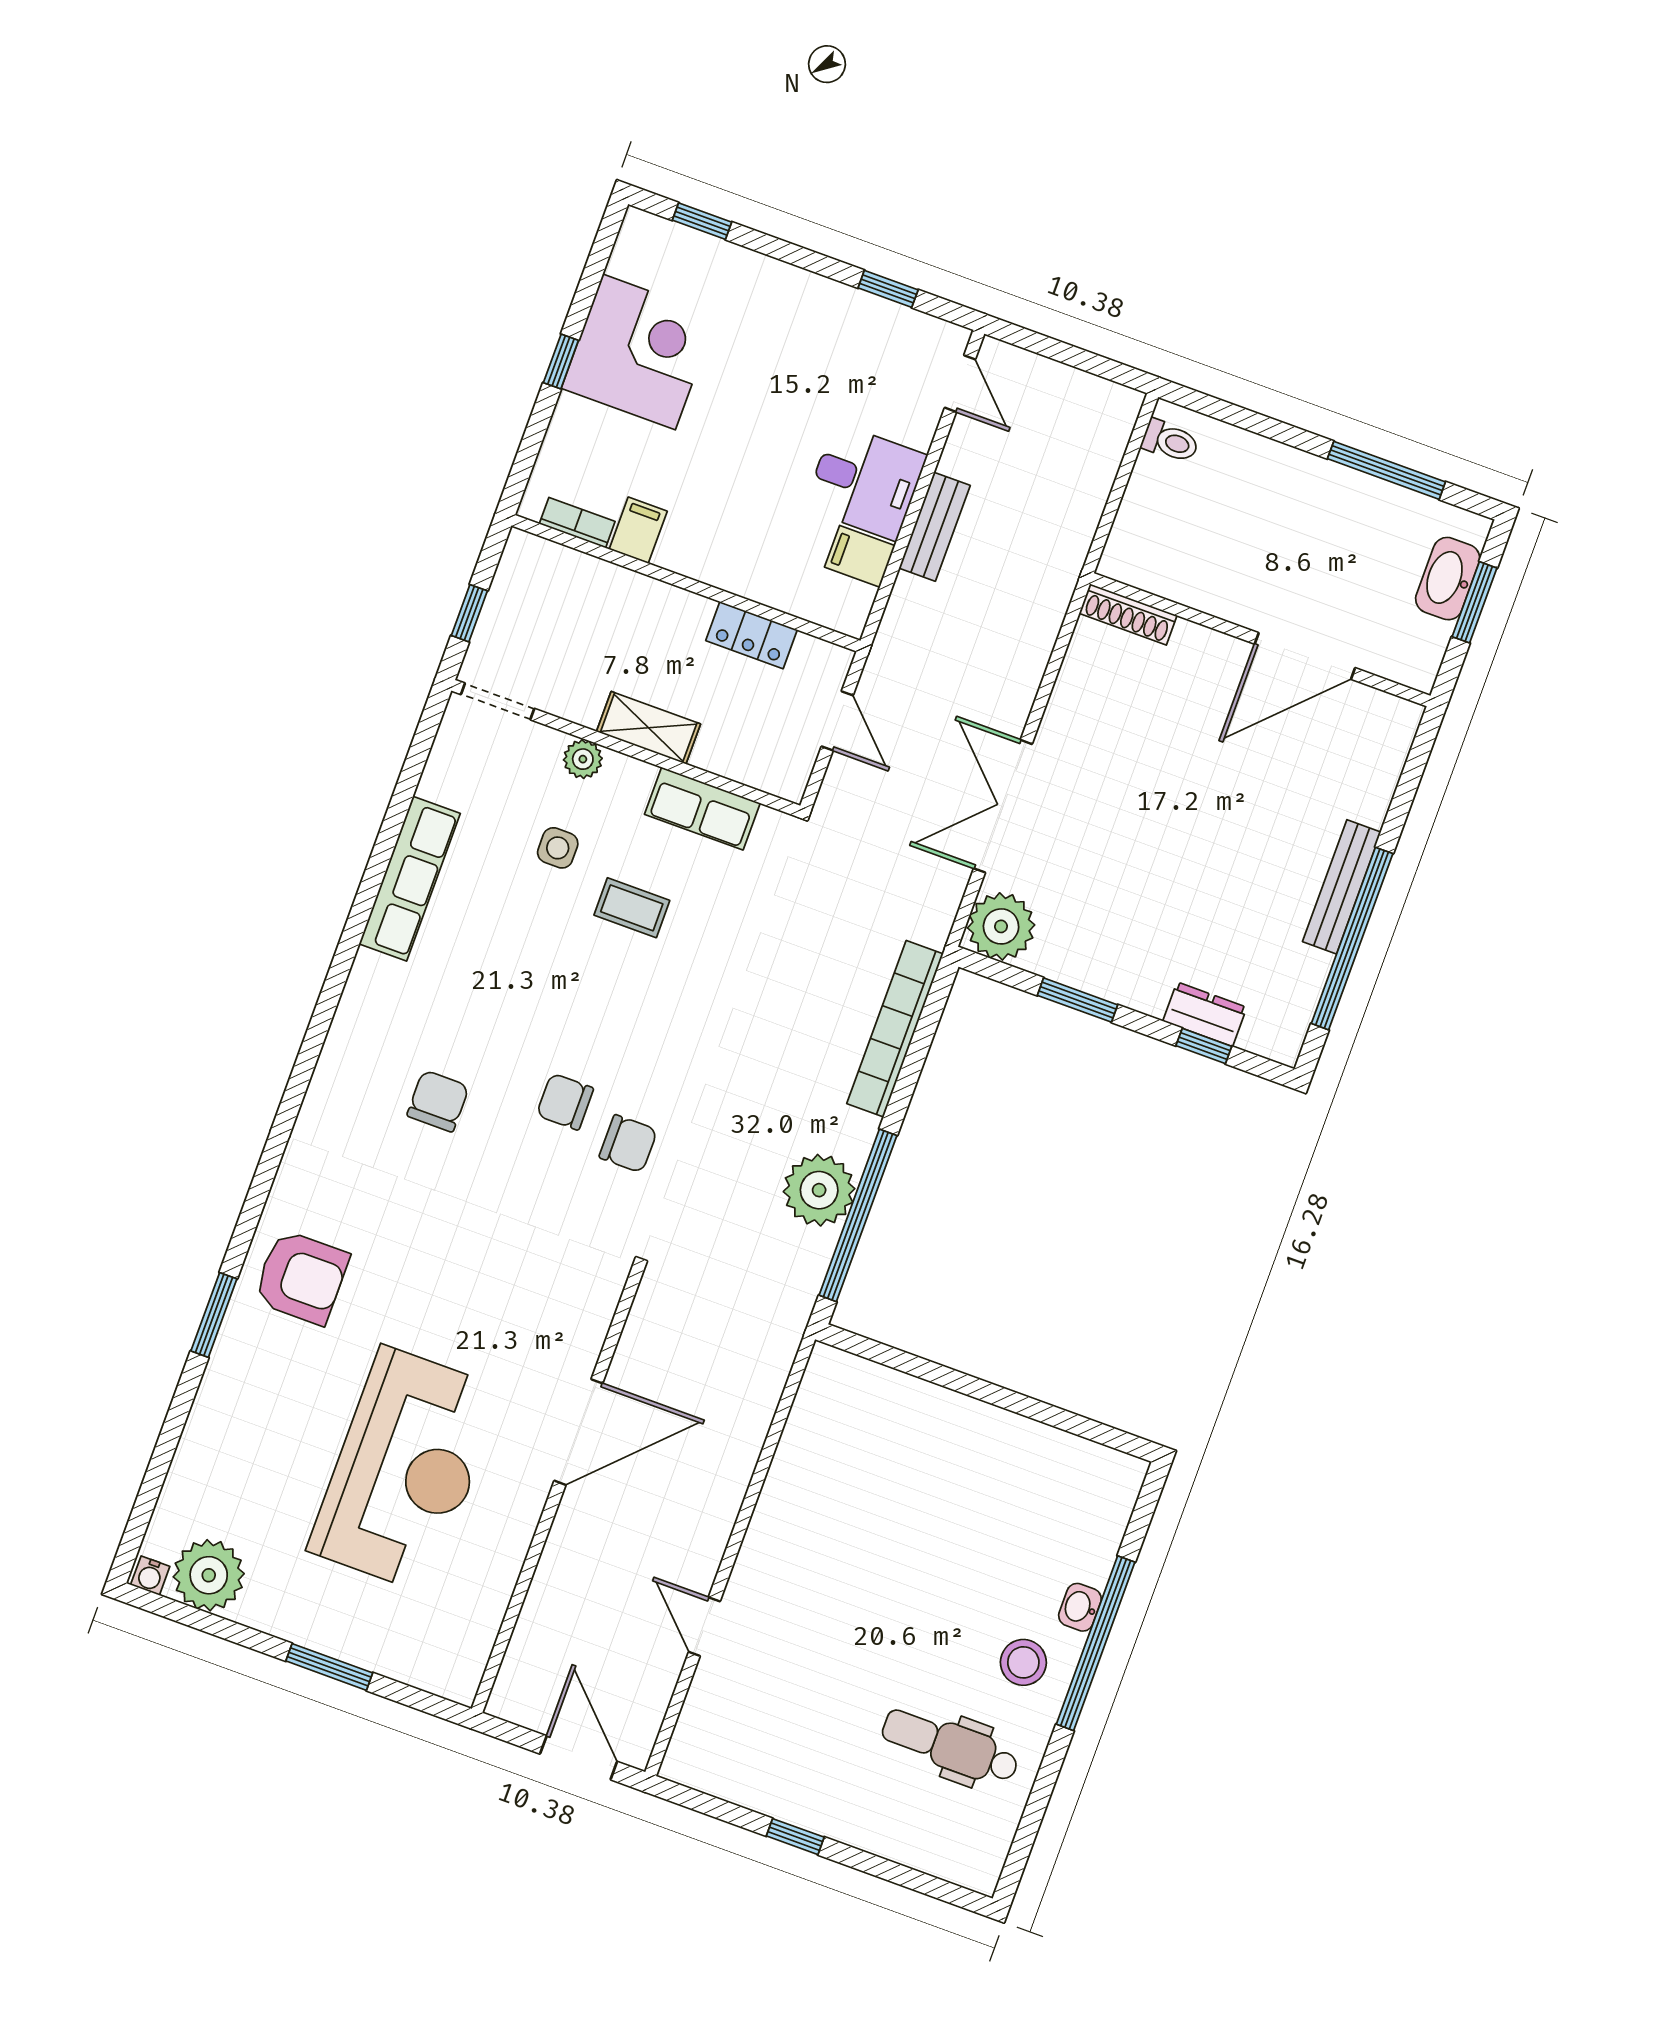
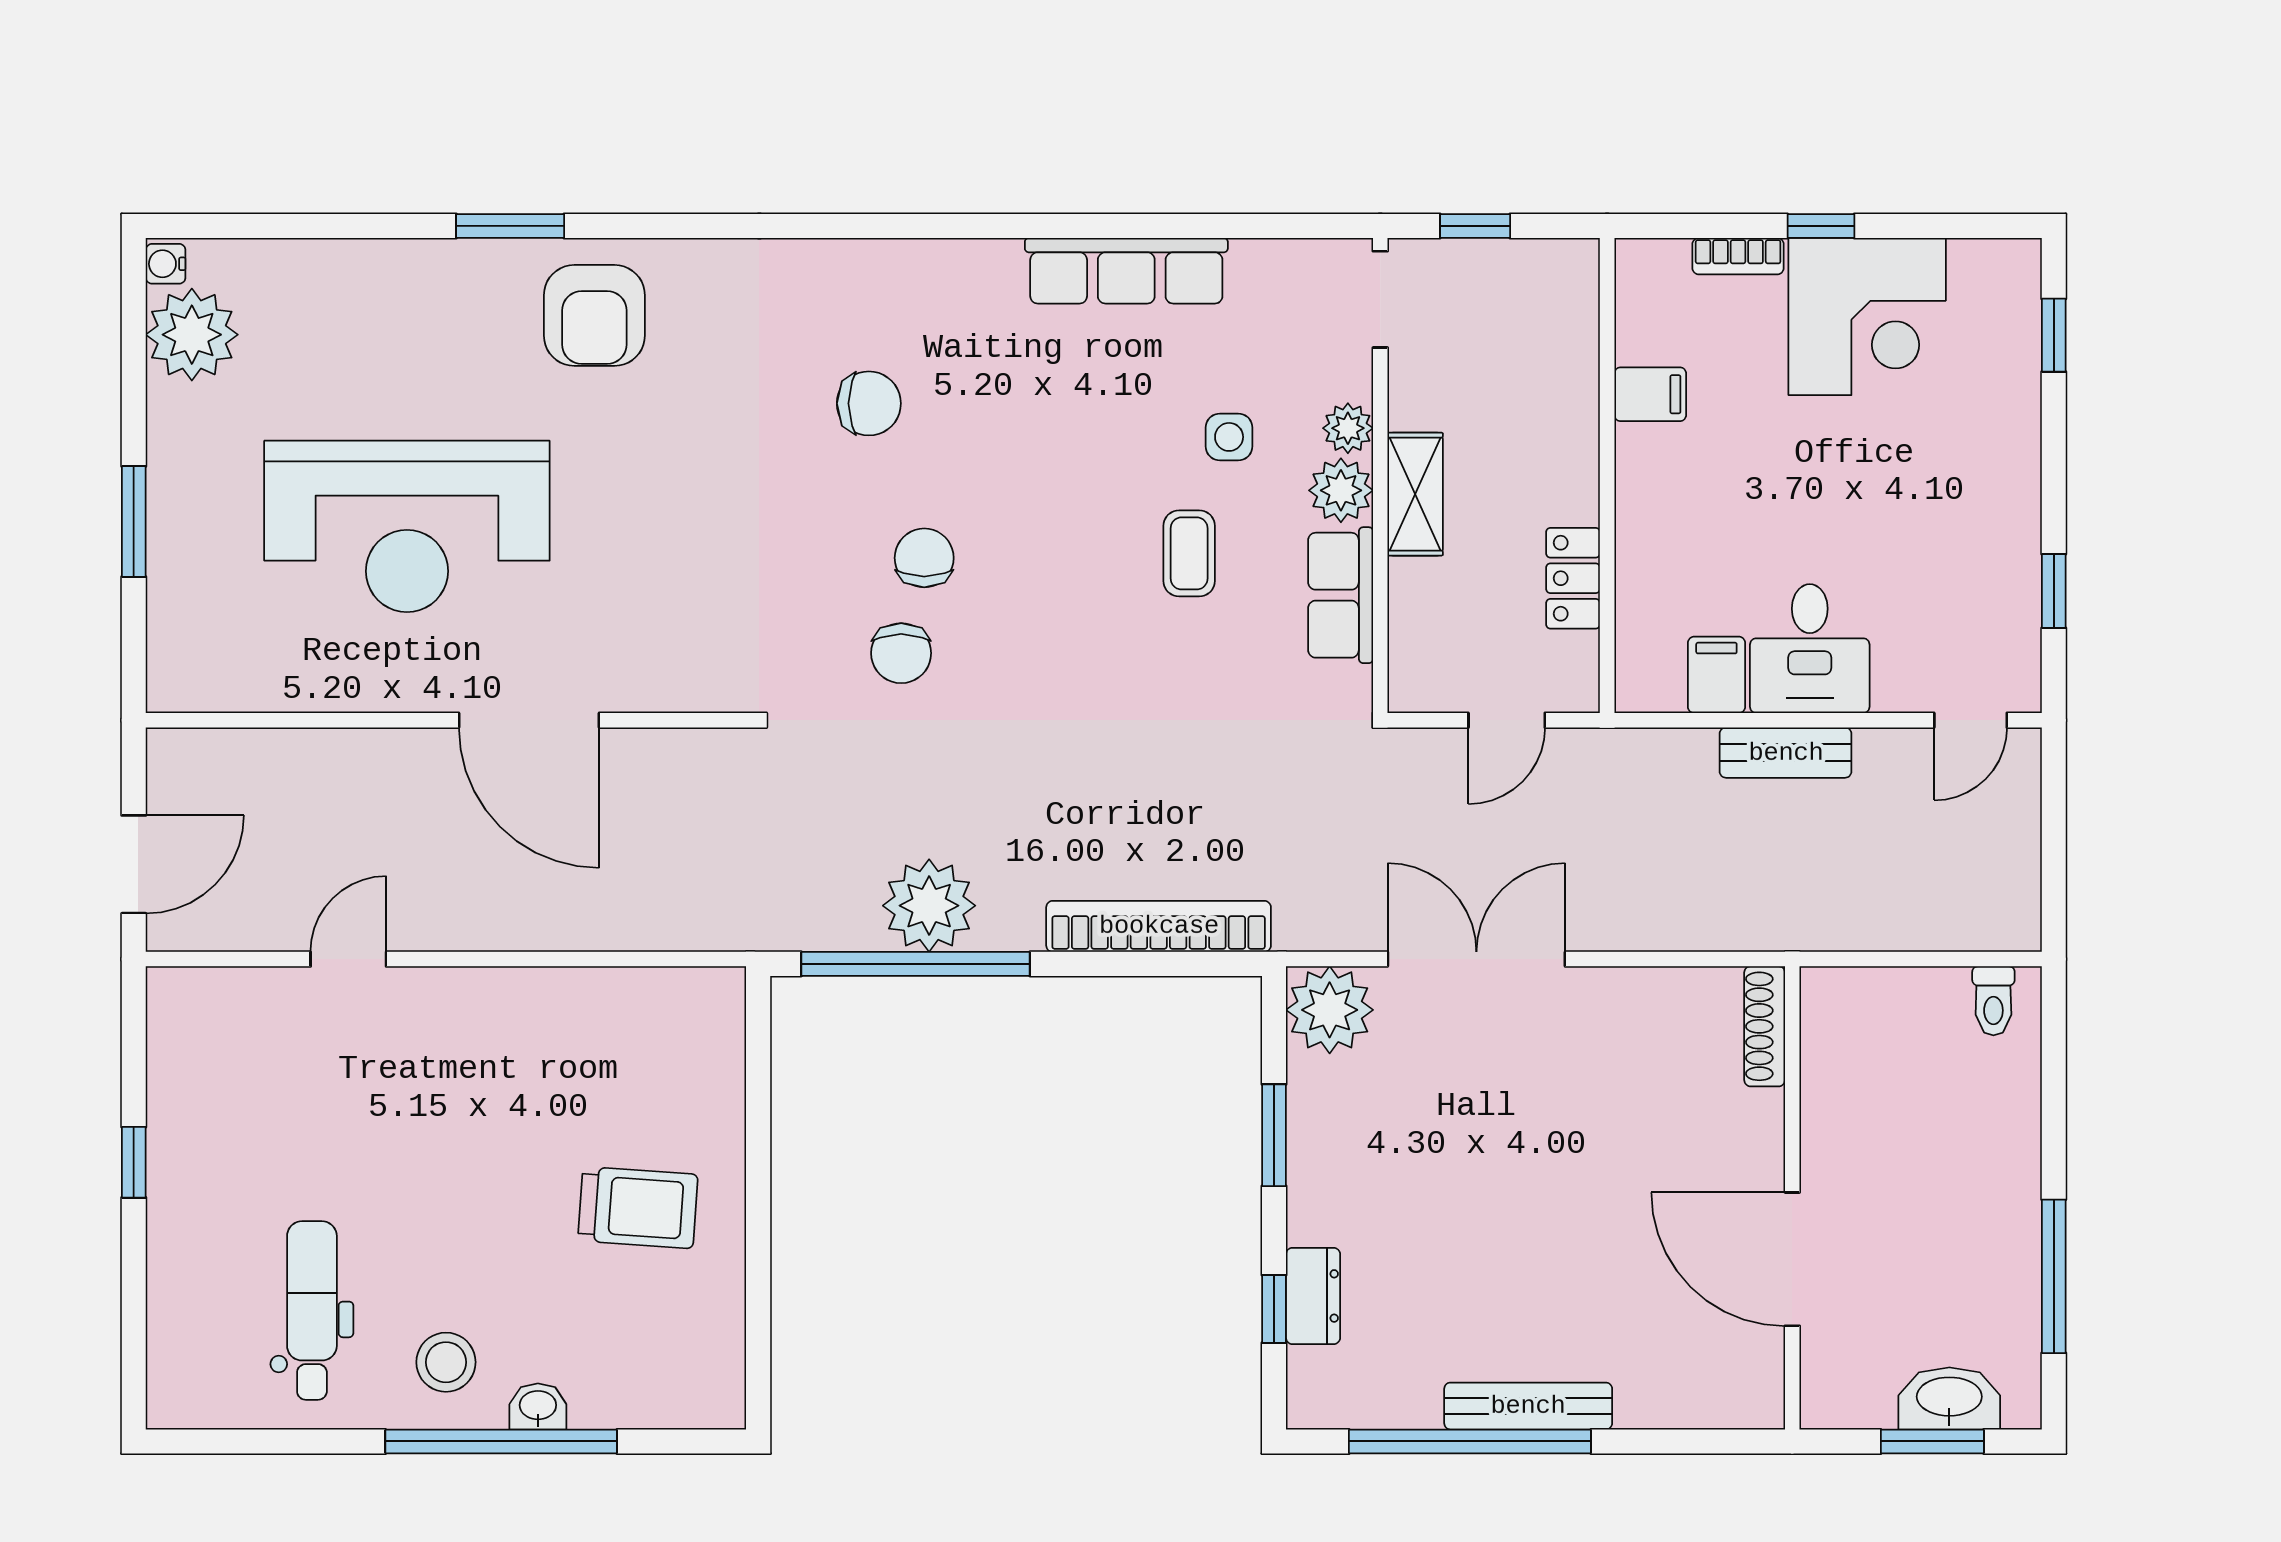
bookcase: (577, 523) -> (1738, 256), moved, turned 90
plant: (626, 781) -> (1341, 490), added
trolley: (962, 1482) -> (638, 1208), added

